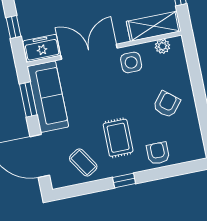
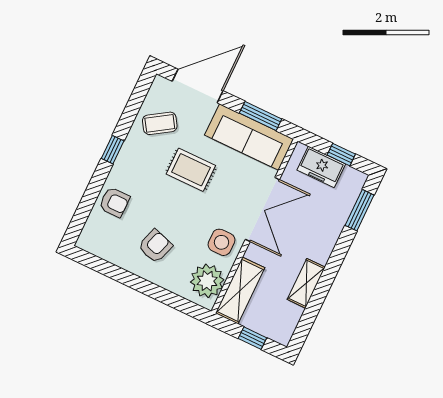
plant: (162, 46) -> (207, 281), width x1.87, depth x1.87
freezer: (42, 48) -> (321, 167), moved, turned 90
armchair: (167, 104) -> (155, 246), turned -111
rug: (118, 138) -> (191, 170), moved

